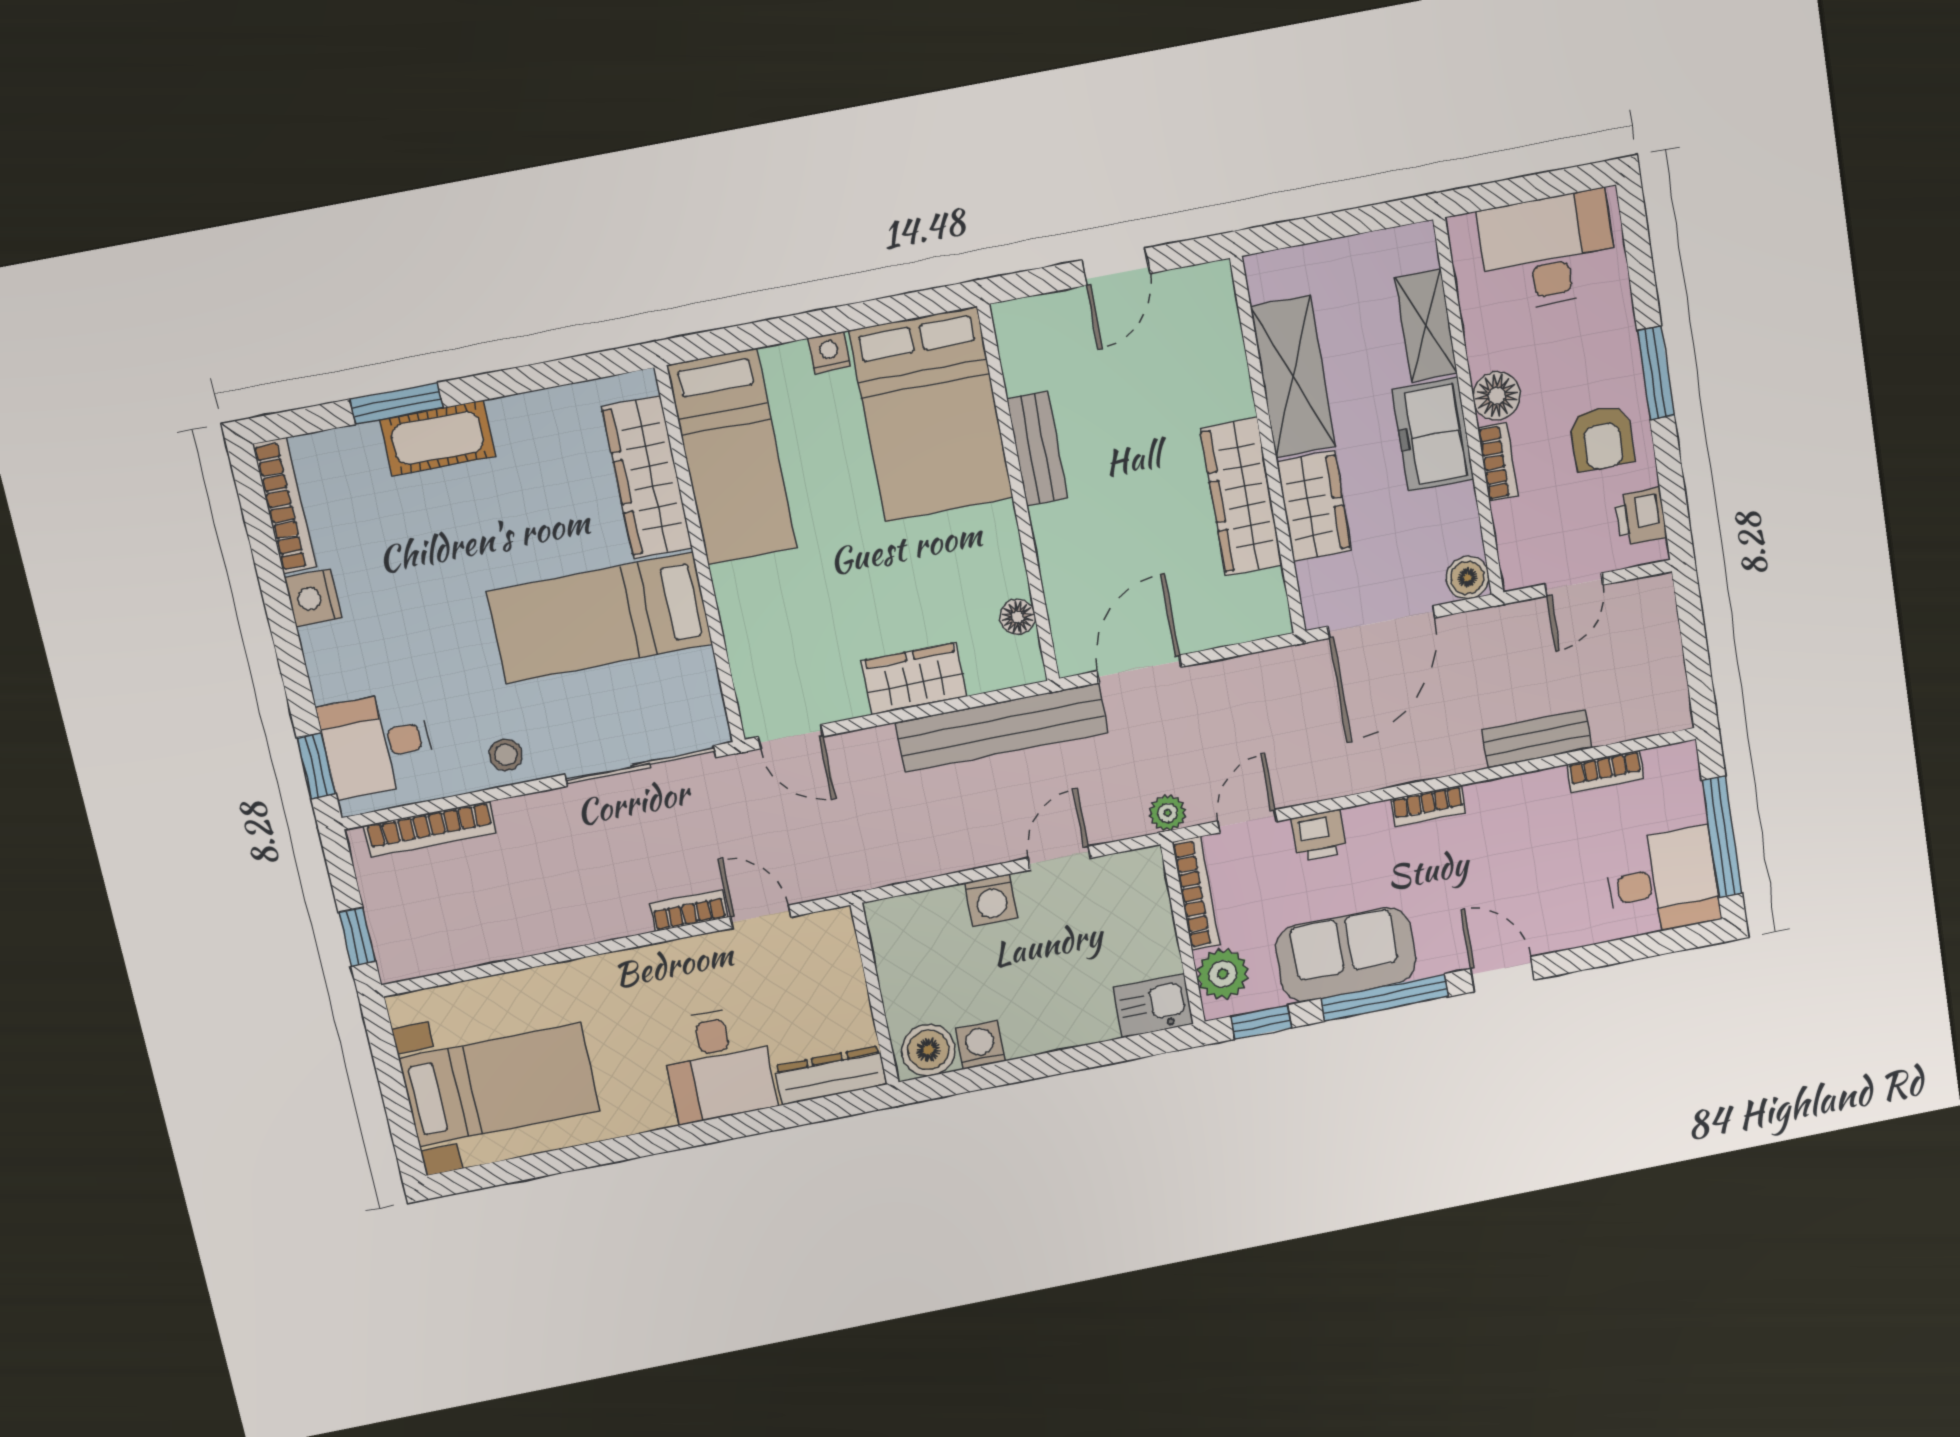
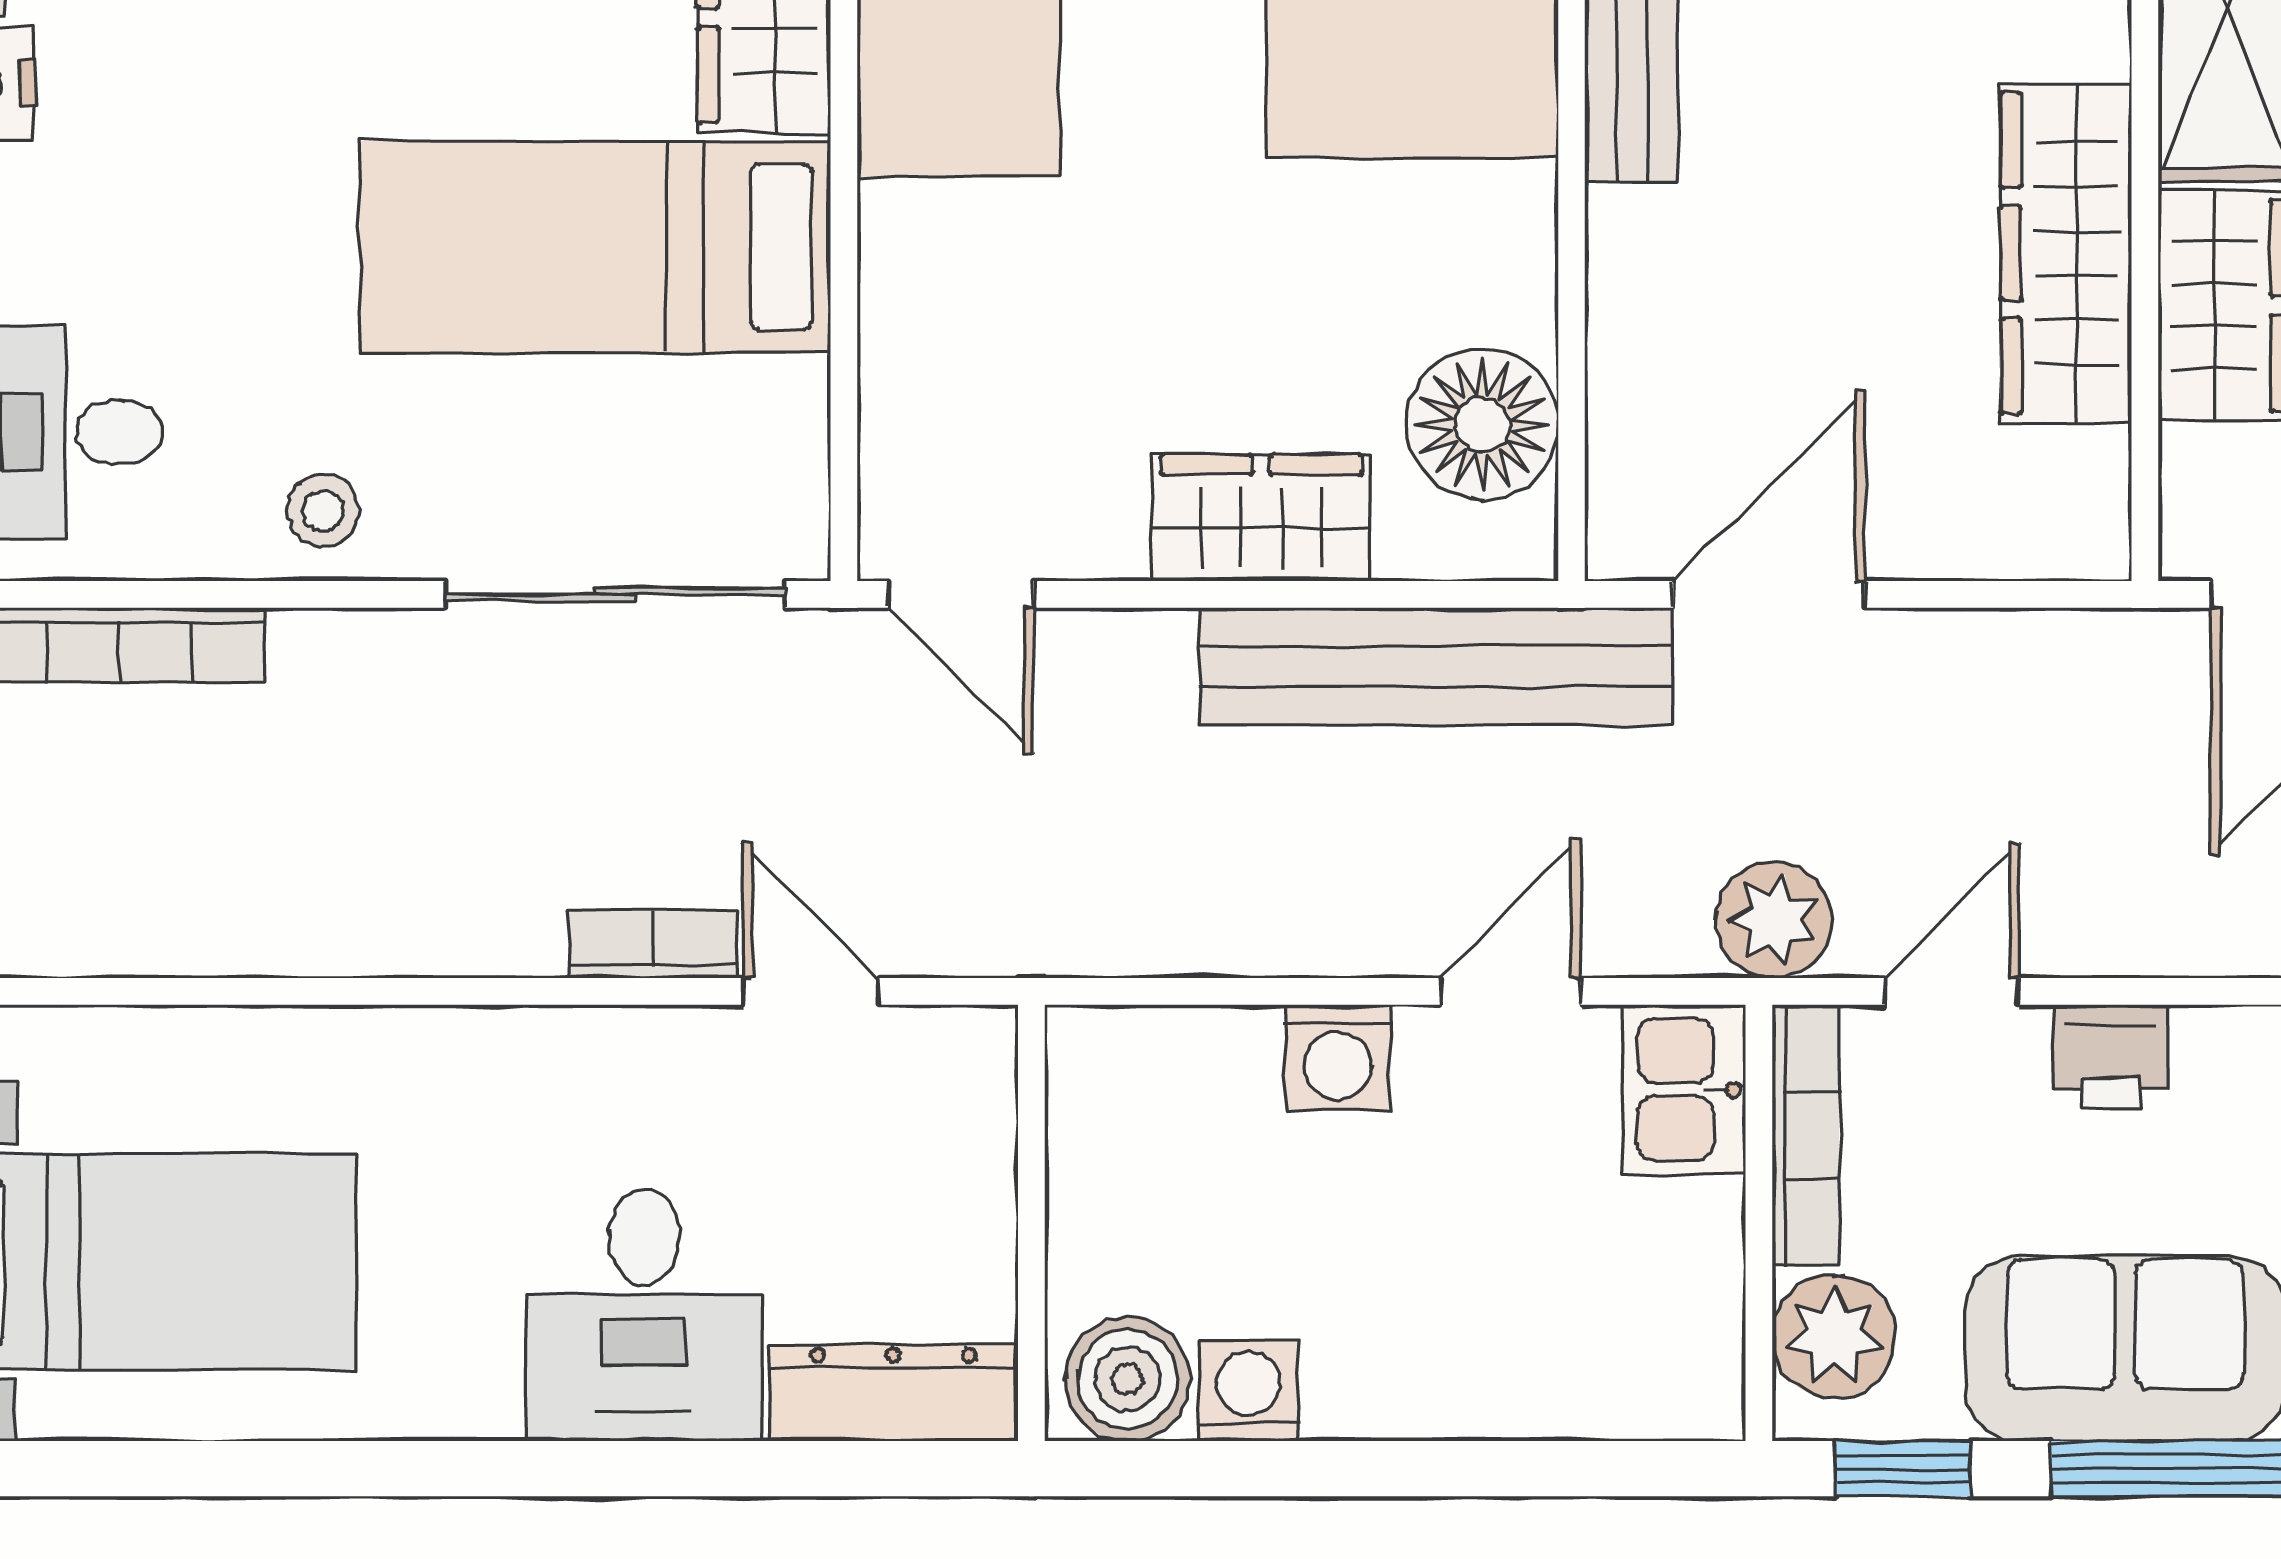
floor lamp: (1017, 617) -> (1482, 425), width x1.89, depth x1.89
plant: (1168, 813) -> (1774, 920), width x1.38, depth x1.38
kitchen sink: (1153, 1006) -> (1684, 1090), moved, turned -90

